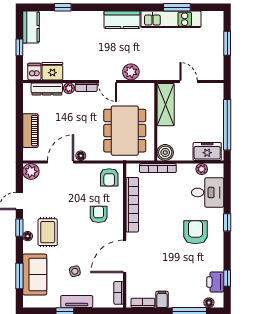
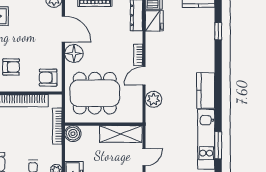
plant: (69, 88) -> (137, 37), removed
floor lamp: (81, 156) -> (74, 54), width x1.89, depth x1.89

